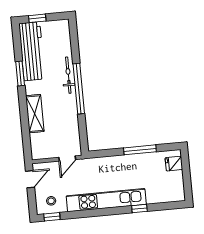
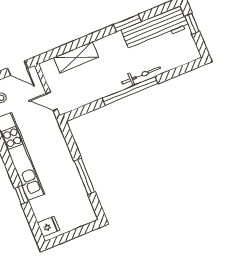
shelving: (35, 114) -> (76, 57), moved
fridge: (174, 164) -> (49, 227), moved, turned 90

